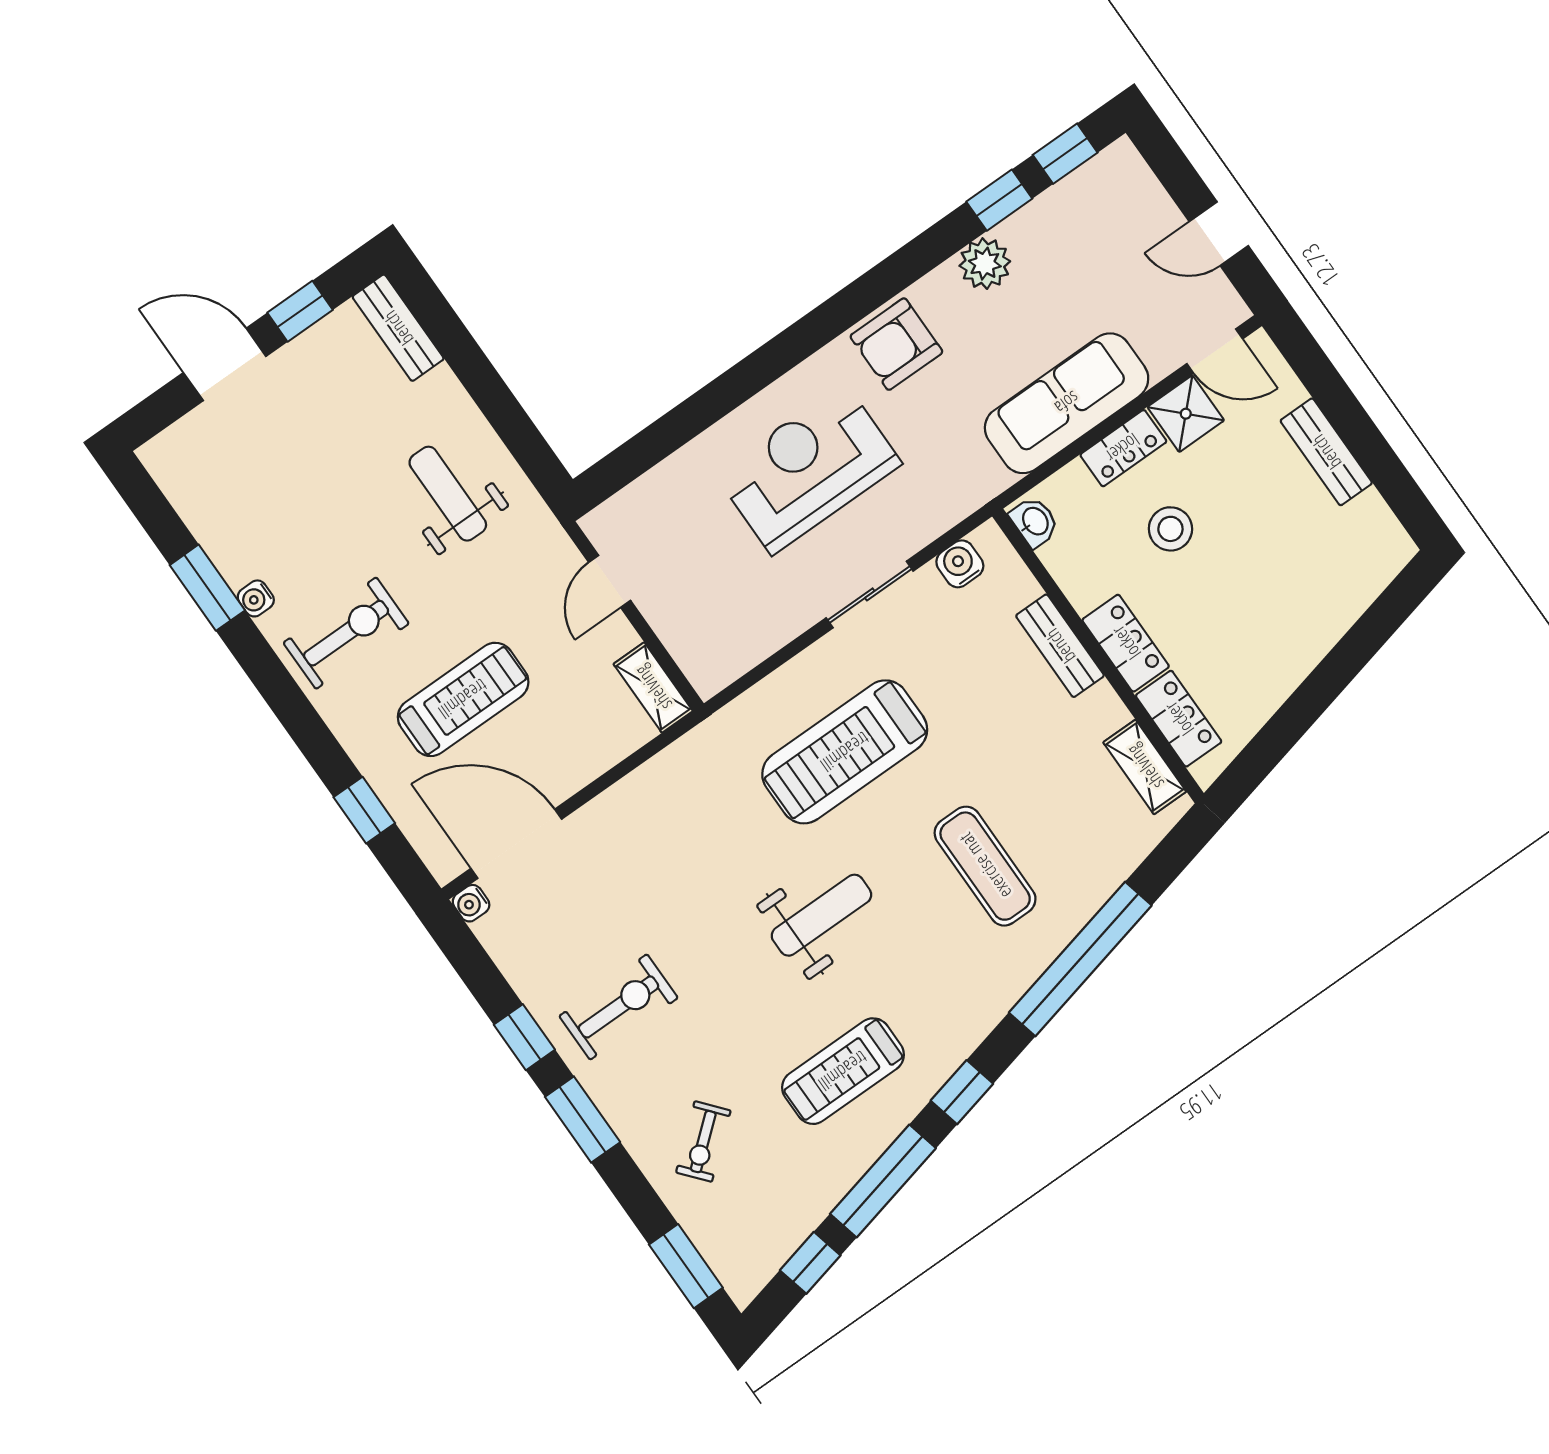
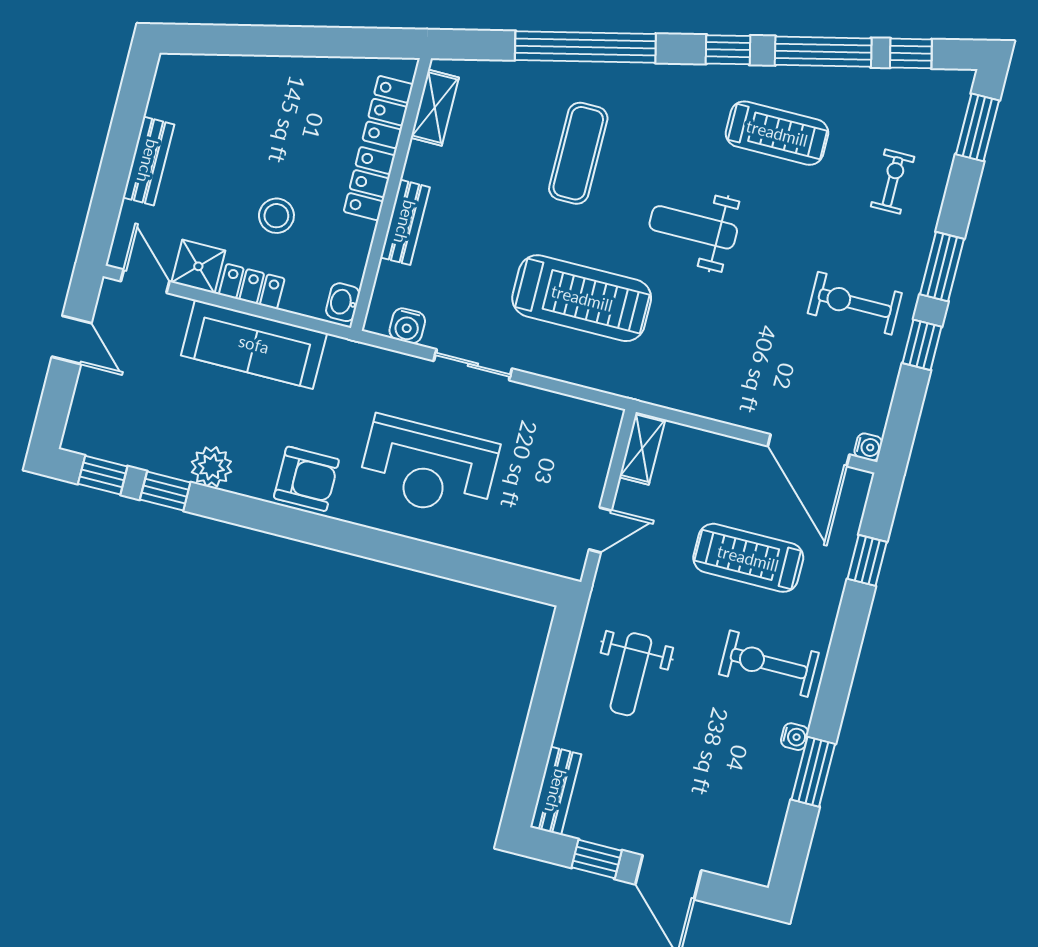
exercise bike: (703, 1142) -> (893, 182), turned -50

